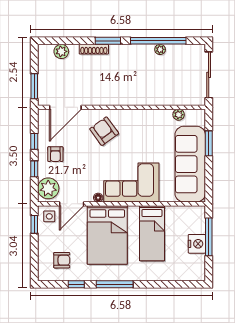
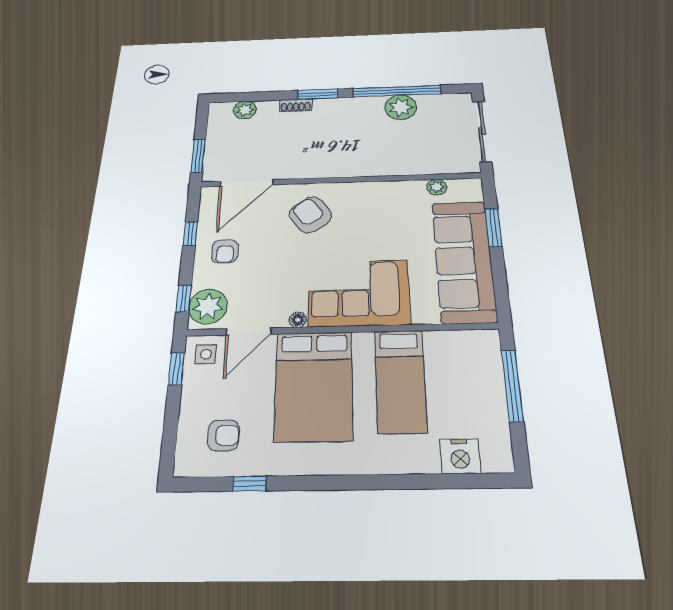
shoe rack: (94, 49) -> (296, 105), width x0.70
plant: (160, 49) -> (401, 107), width x1.87, depth x1.87
window: (34, 169) -> (184, 299), moved
nightstand: (197, 244) -> (460, 456), moved, turned 90
window: (115, 284) -> (328, 483), removed

